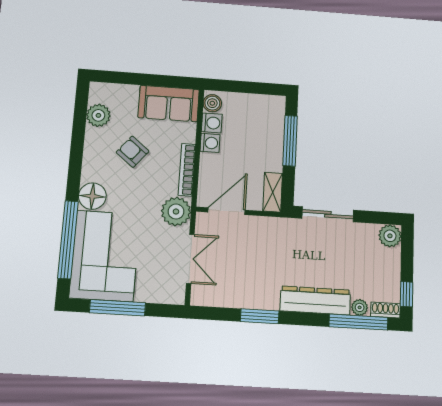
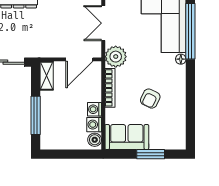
window: (138, 79) -> (151, 154), added
plant: (98, 115) -> (177, 124), removed
armchair: (133, 152) -> (150, 99), turned 77
floor lamp: (92, 196) -> (181, 59), width x0.53, depth x0.53

